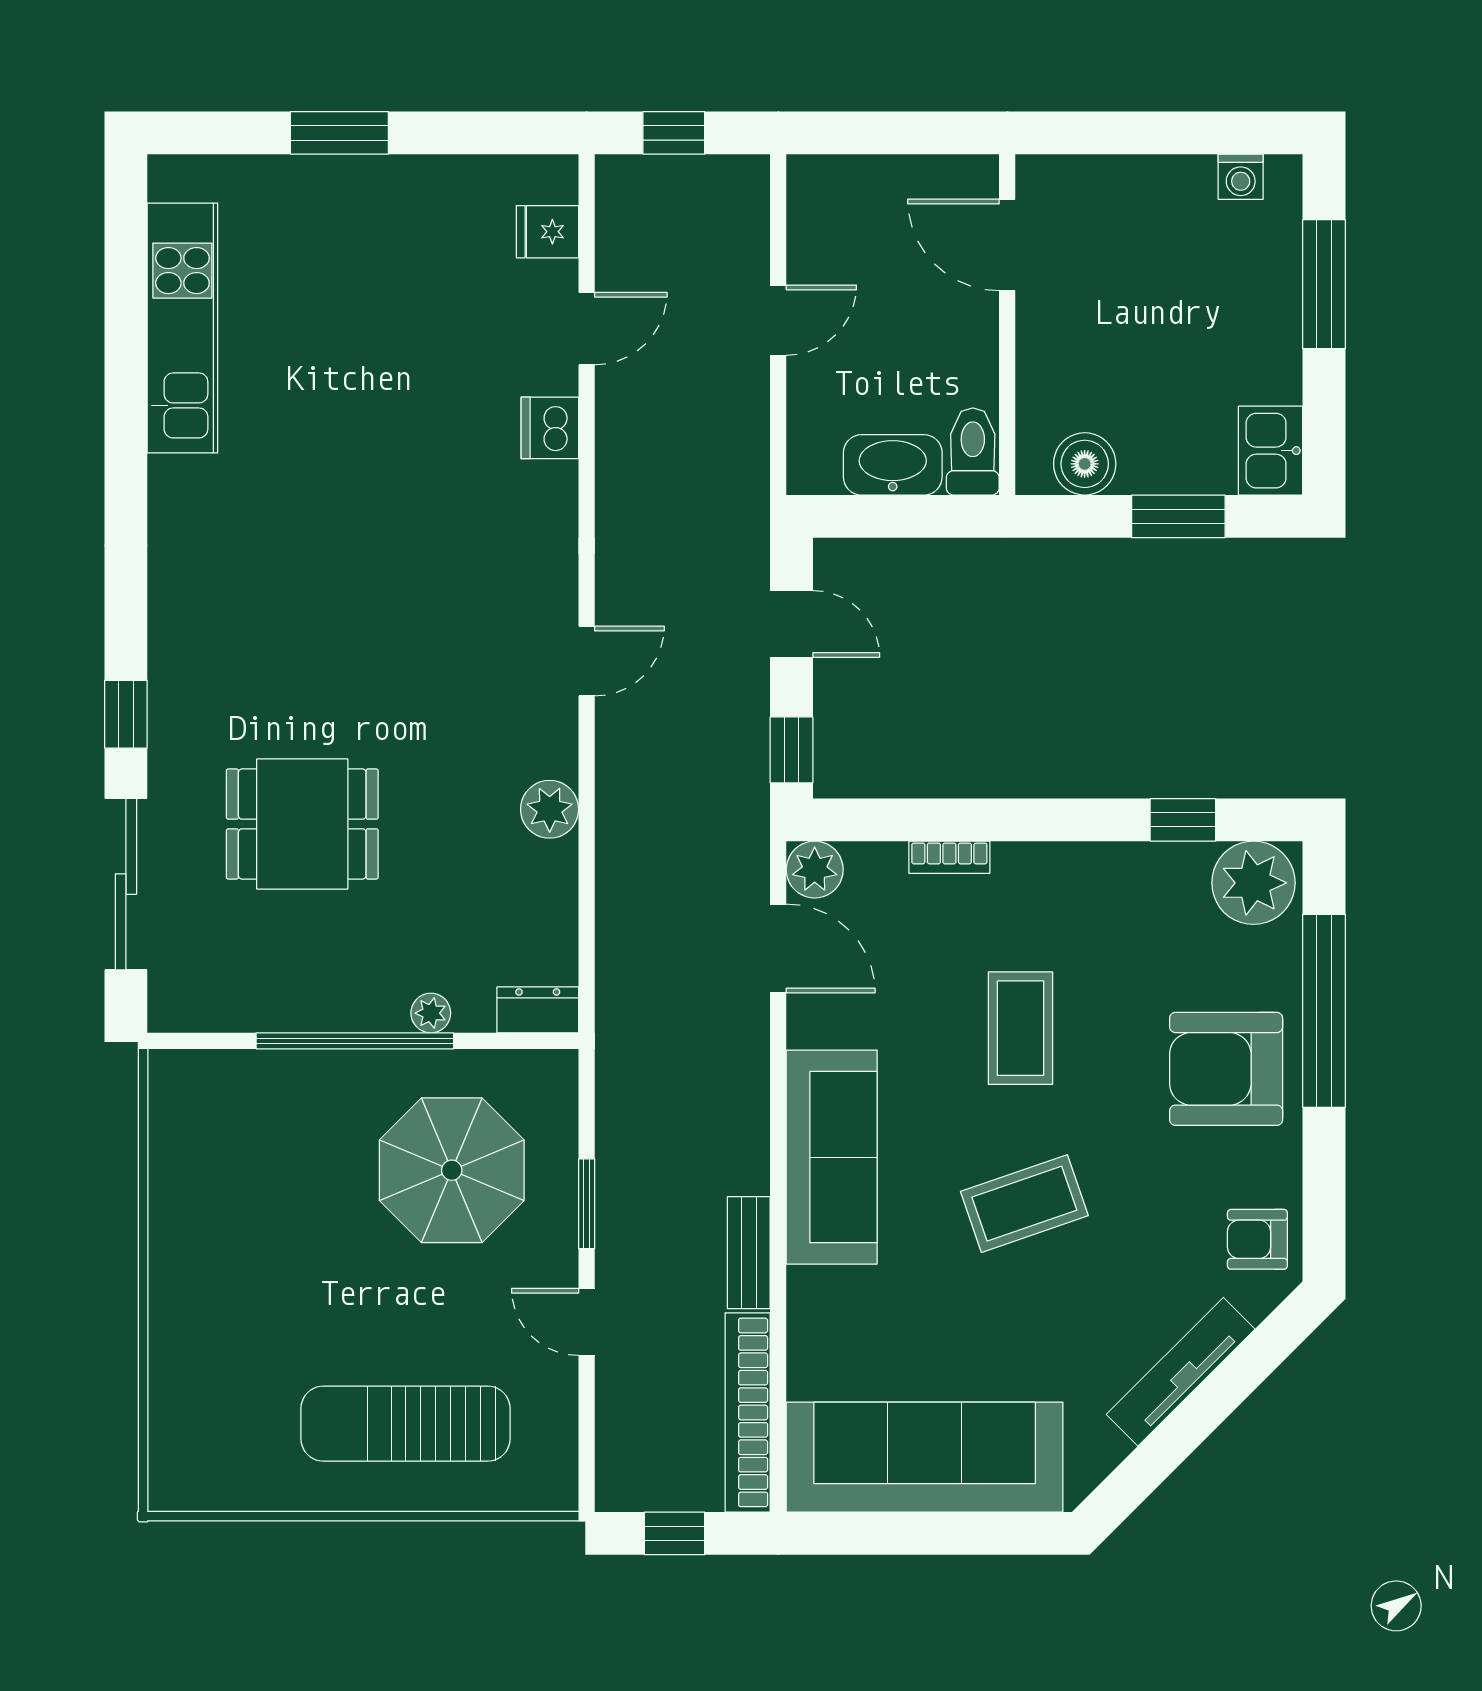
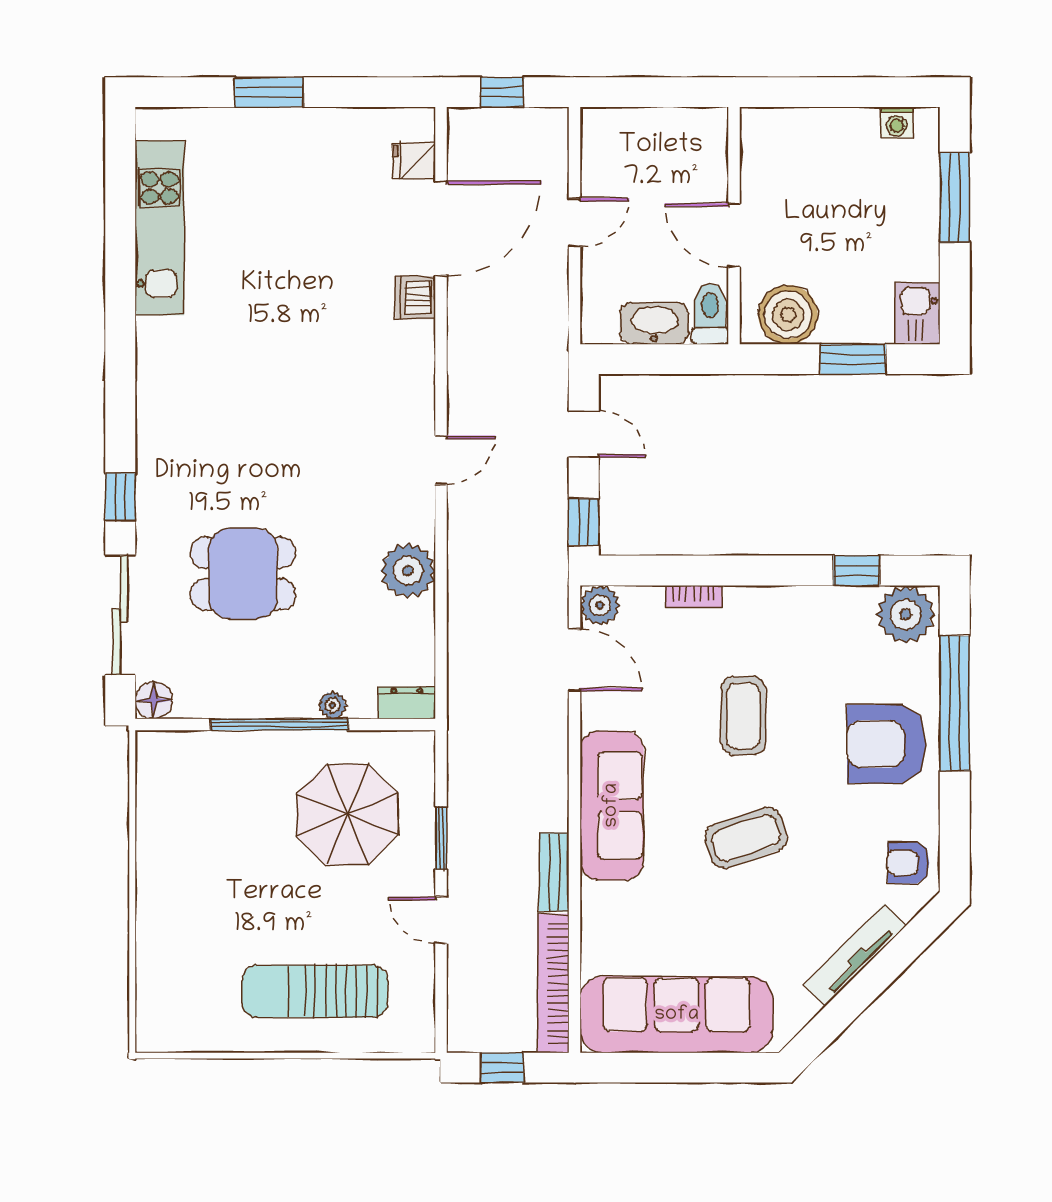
door: (1007, 245) -> (734, 235), moved
door: (587, 329) -> (441, 228), width x1.87
boiler: (1085, 464) -> (788, 315), width x1.37, depth x1.37
plant: (550, 809) -> (408, 571), width x1.36, depth x1.36
floor lamp: (174, 1006) -> (154, 700), added

